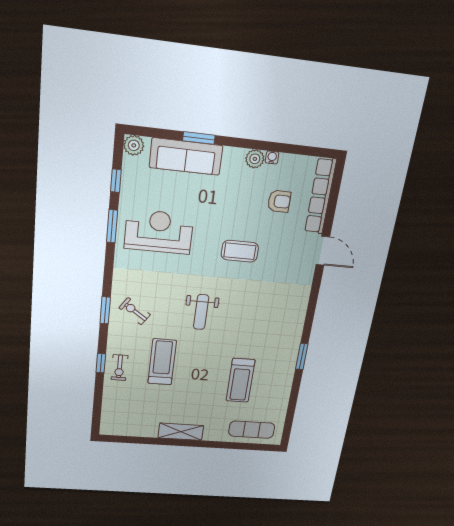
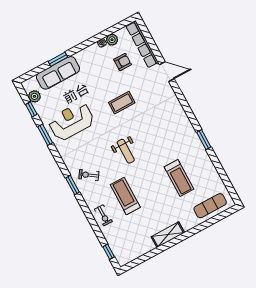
plant: (134, 145) -> (34, 96), moved
plant: (255, 159) -> (112, 40), moved
window: (101, 363) -> (109, 252), moved

